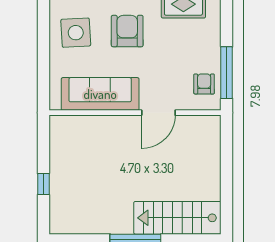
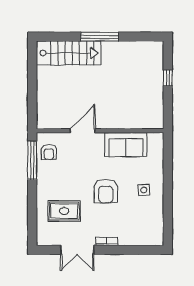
side table: (76, 33) -> (144, 190), width x0.54, depth x0.54
sofa: (100, 94) -> (126, 145), width x0.73

